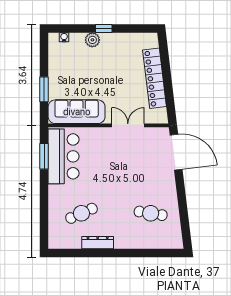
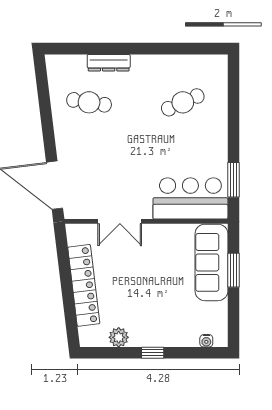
plant: (92, 40) -> (119, 337), moved
sofa: (77, 112) -> (211, 262), moved, turned 90
bar counter: (64, 156) -> (190, 198), moved, turned 90
dresser: (98, 243) -> (109, 63), moved

